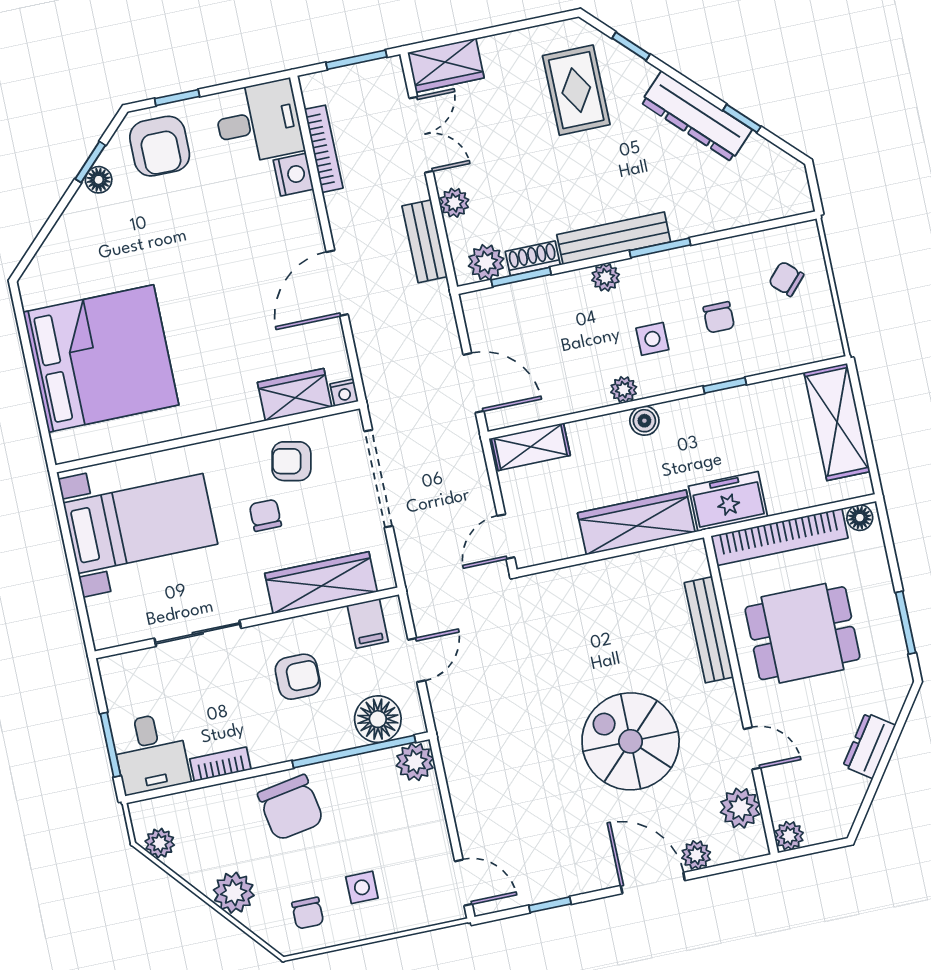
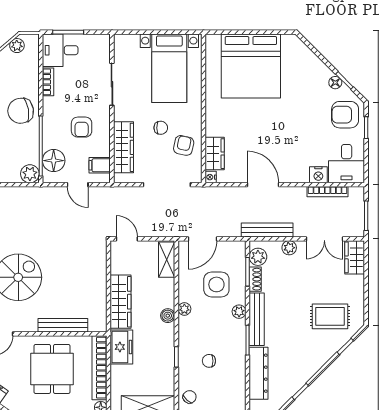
dresser: (696, 116) -> (259, 373), moved, turned 135
bench: (425, 241) -> (267, 230), width x1.36
chair: (786, 279) -> (190, 397), moved
side table: (652, 339) -> (216, 284), moved, width x1.87, depth x1.87

